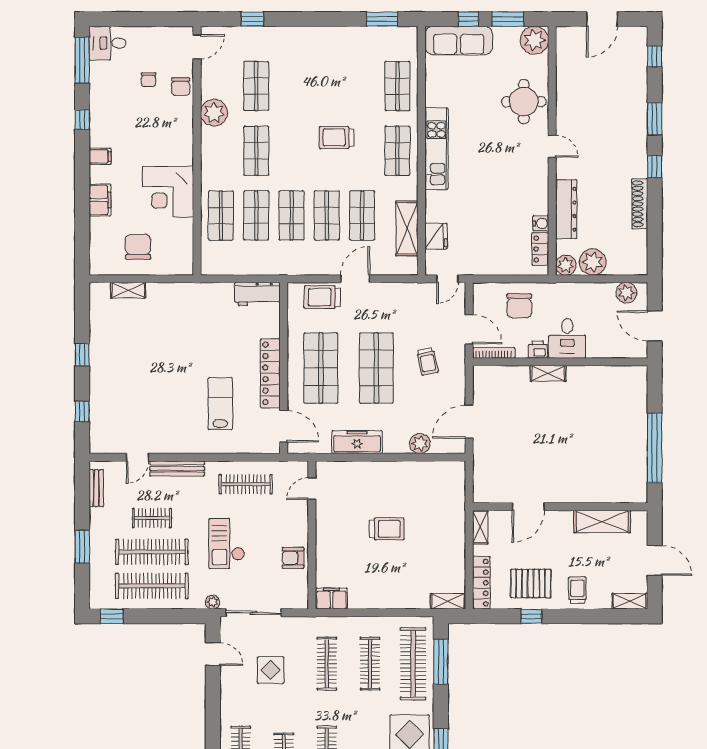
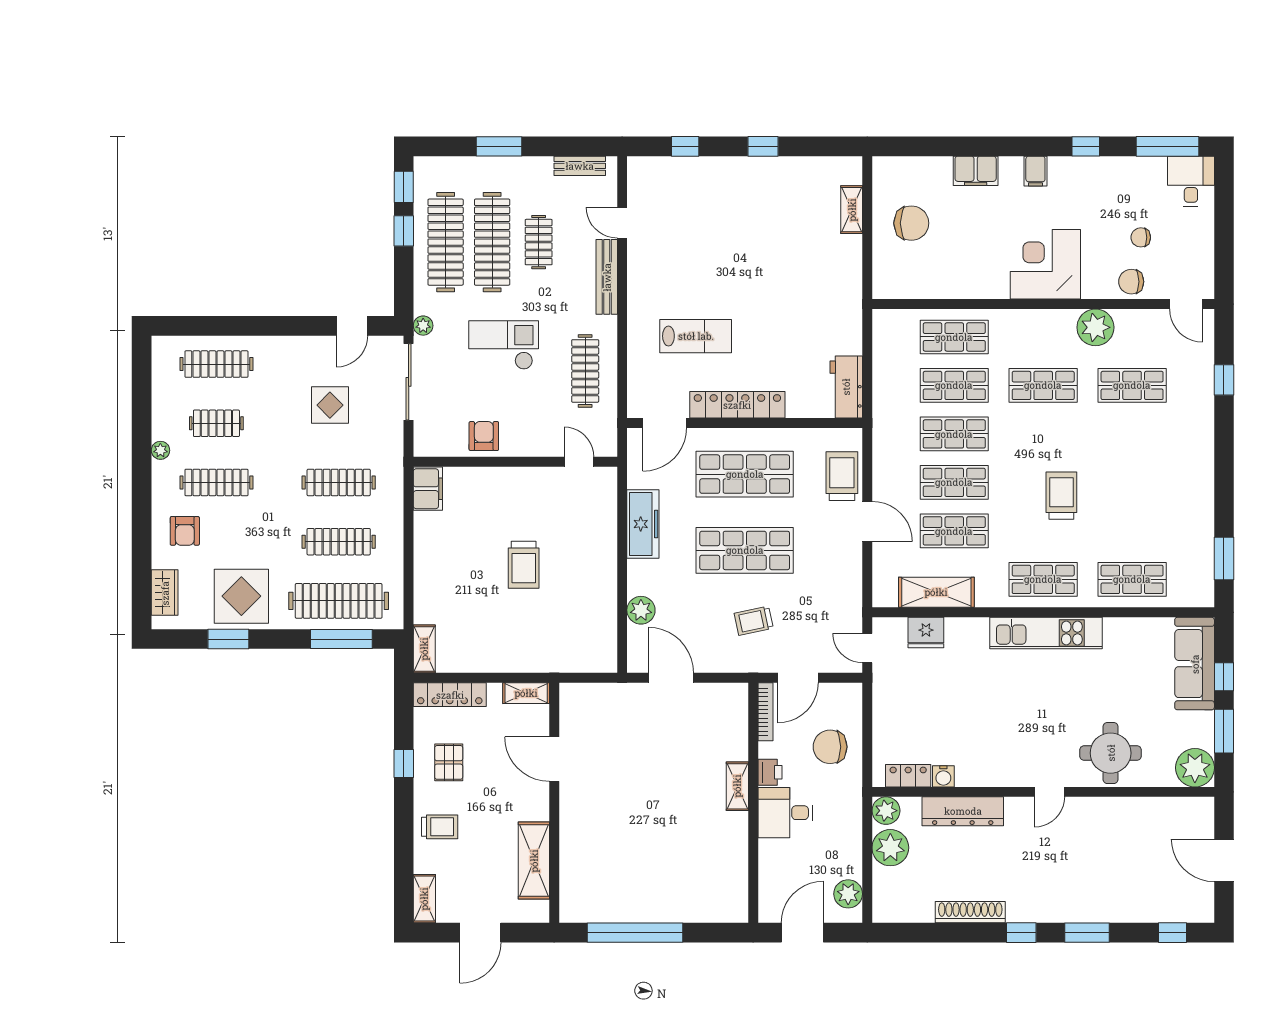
corner desk: (168, 192) -> (1045, 264), moved
pallet: (531, 583) -> (449, 762), width x0.67, depth x0.71
window: (144, 616) -> (404, 231), added

